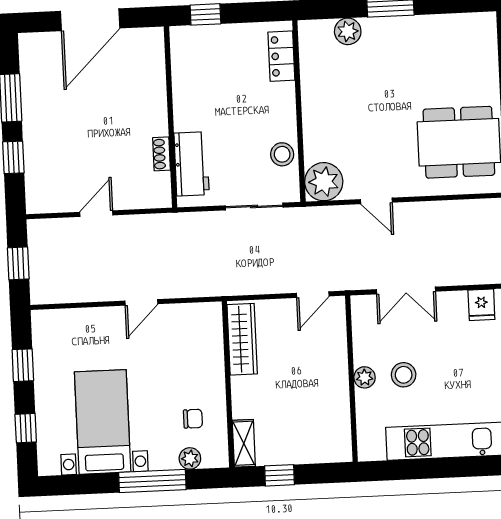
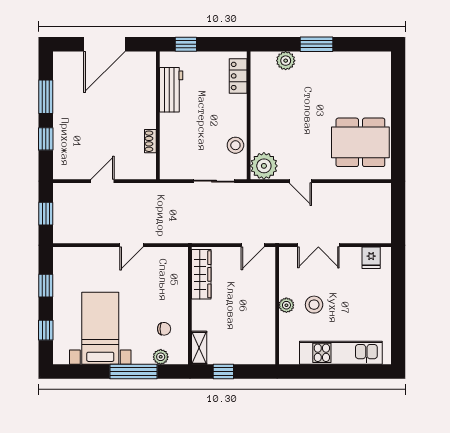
workbench: (191, 164) -> (171, 90), moved

